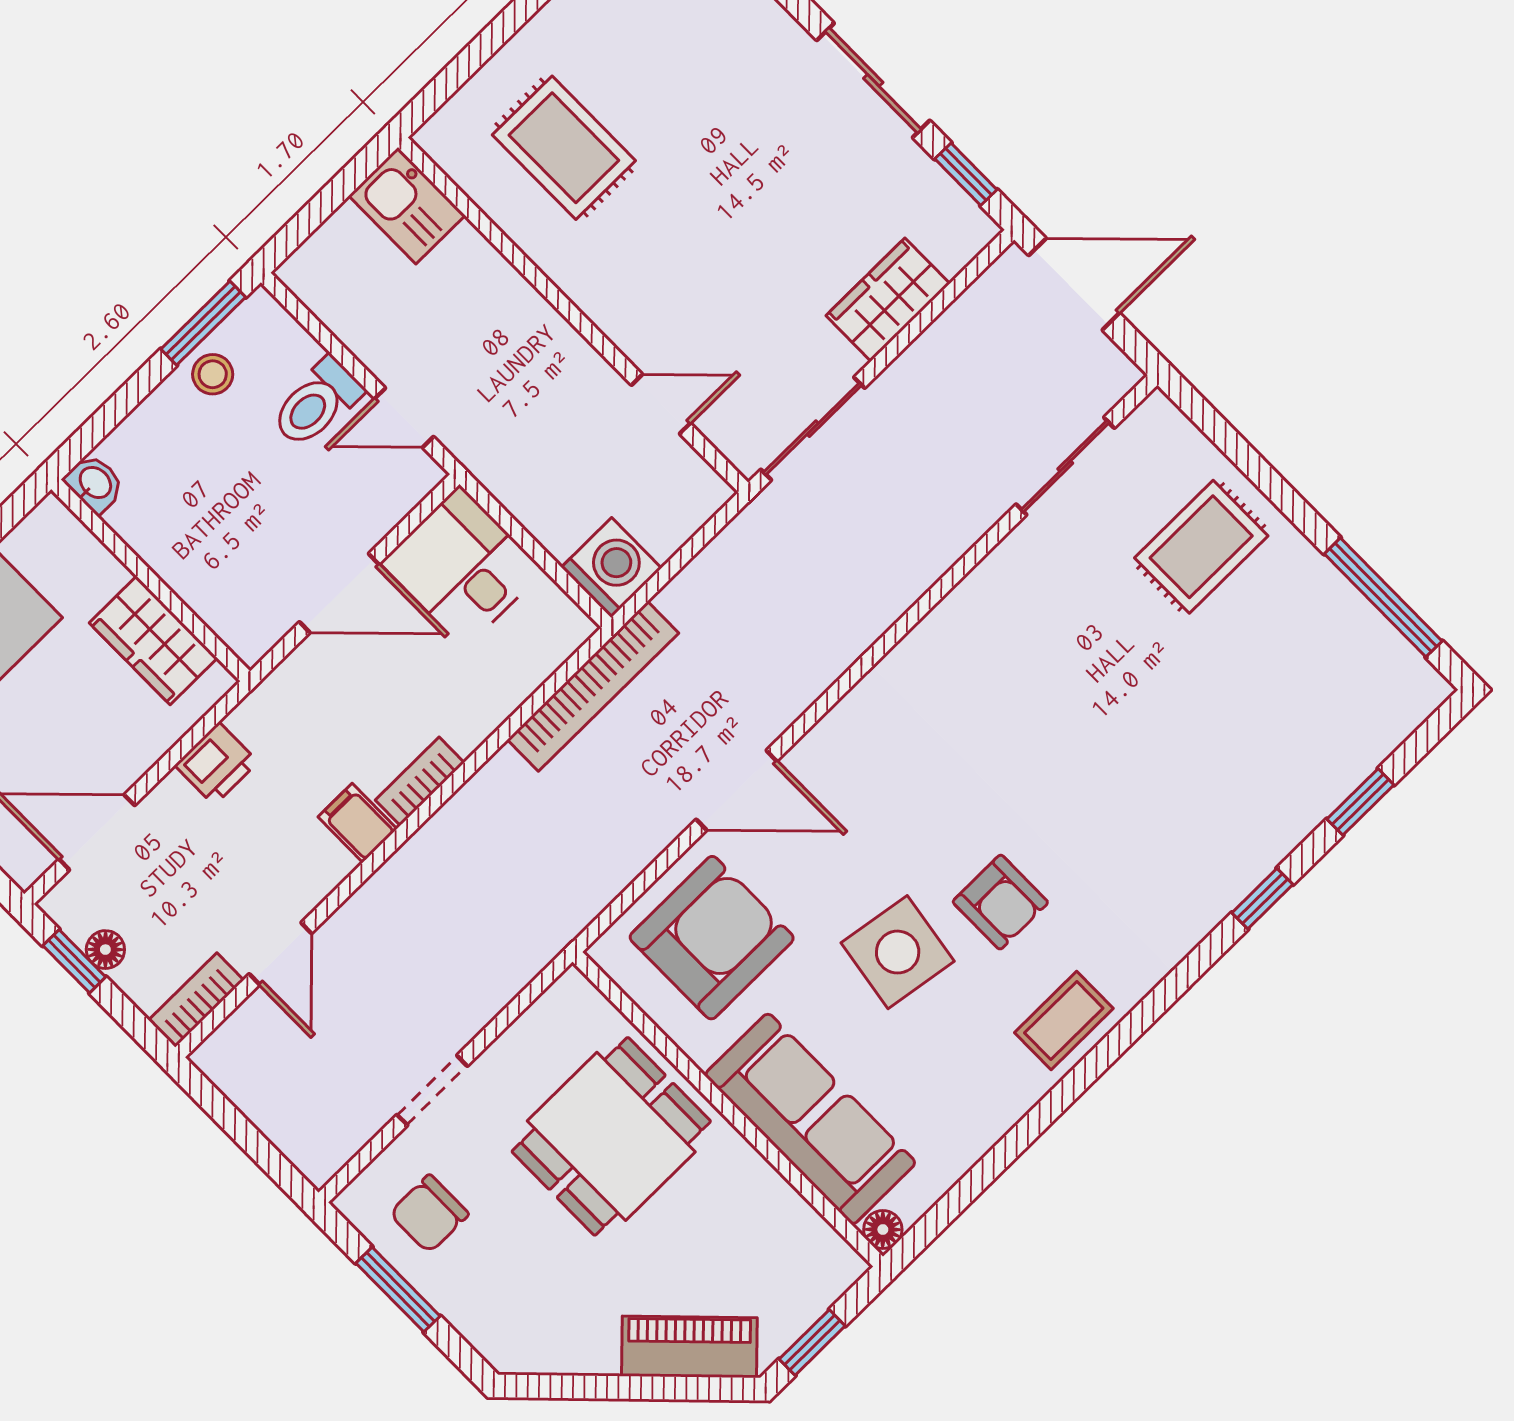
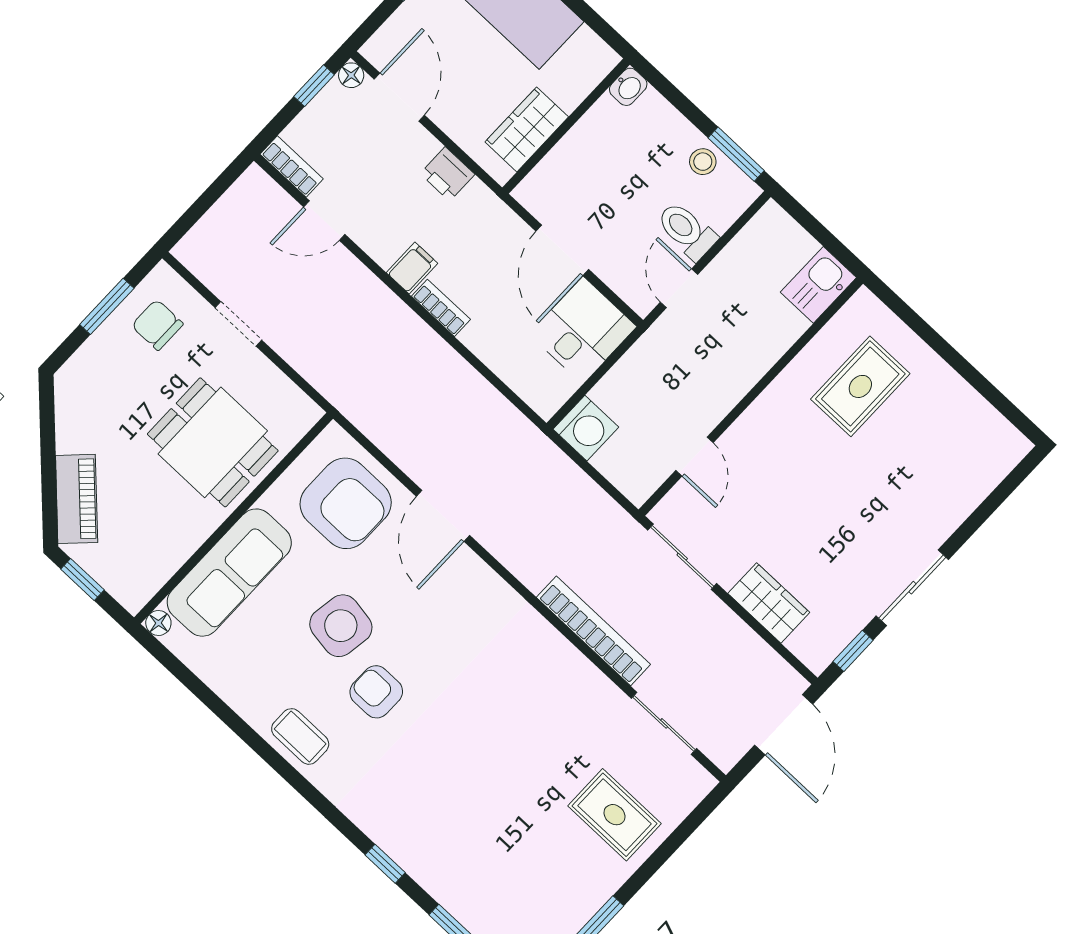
bookcase: (593, 686) -> (593, 631), moved, turned 180
armchair: (1000, 902) -> (376, 692), turned 90
floor lamp: (105, 950) -> (351, 75), moved

